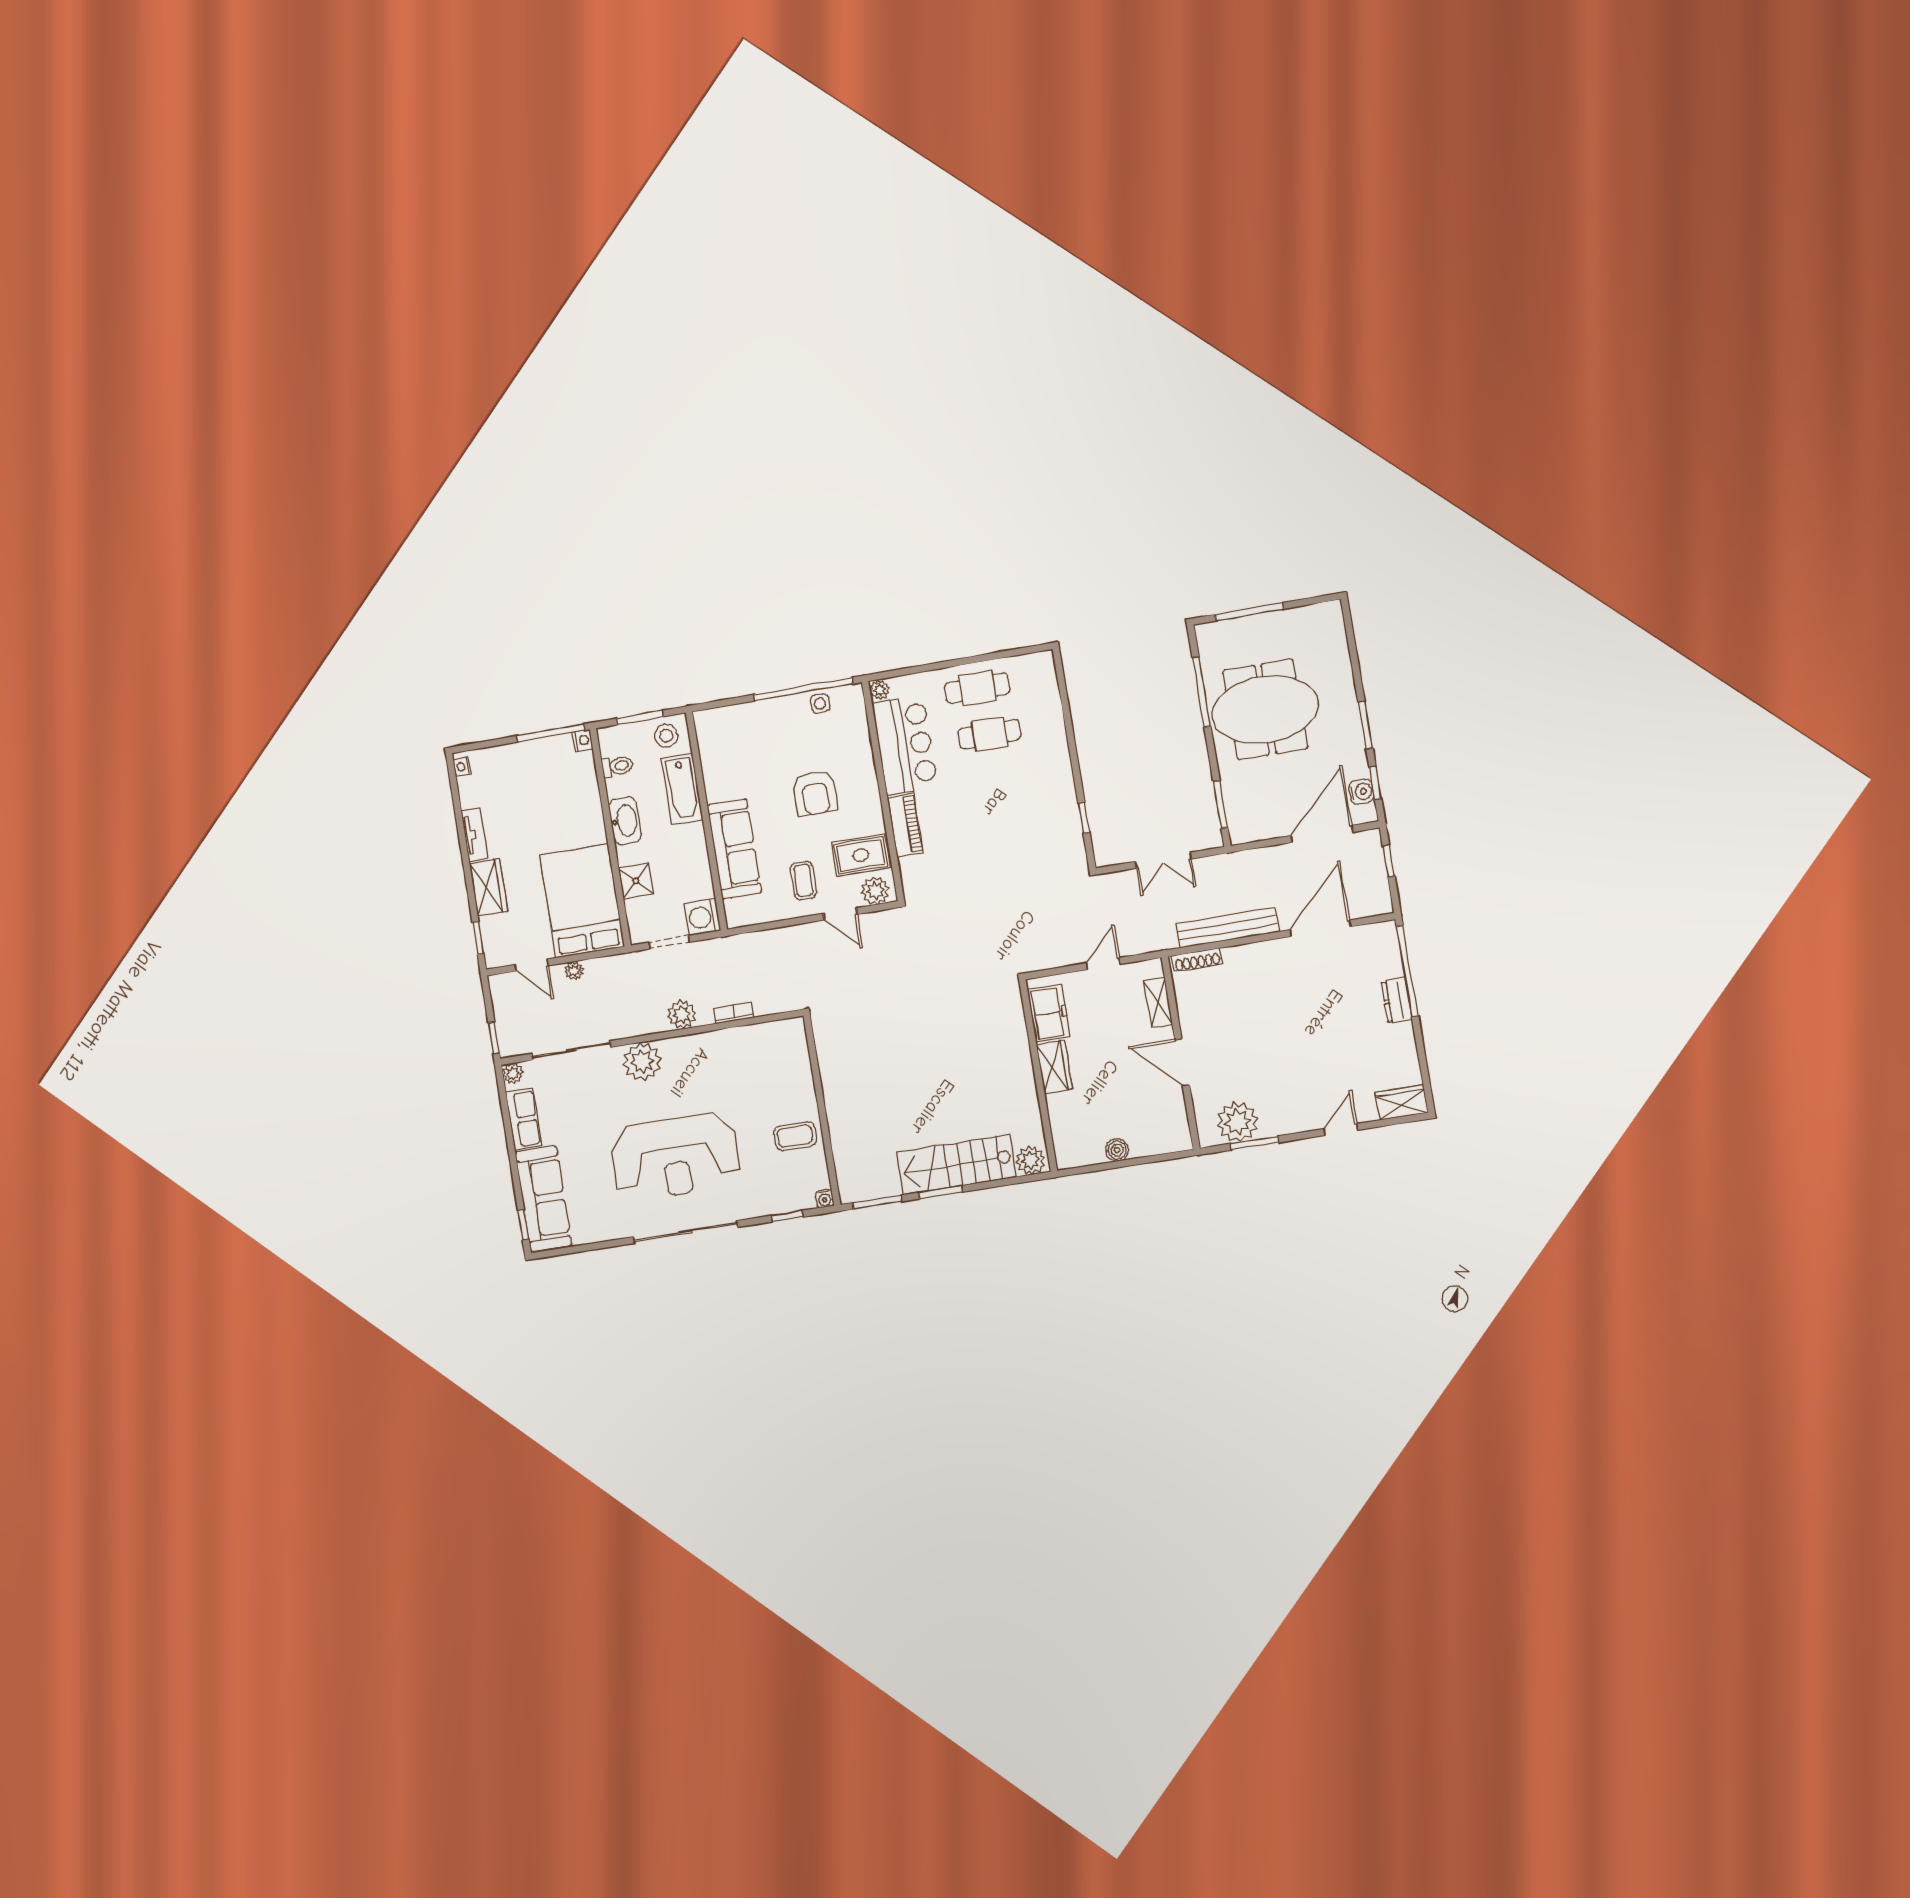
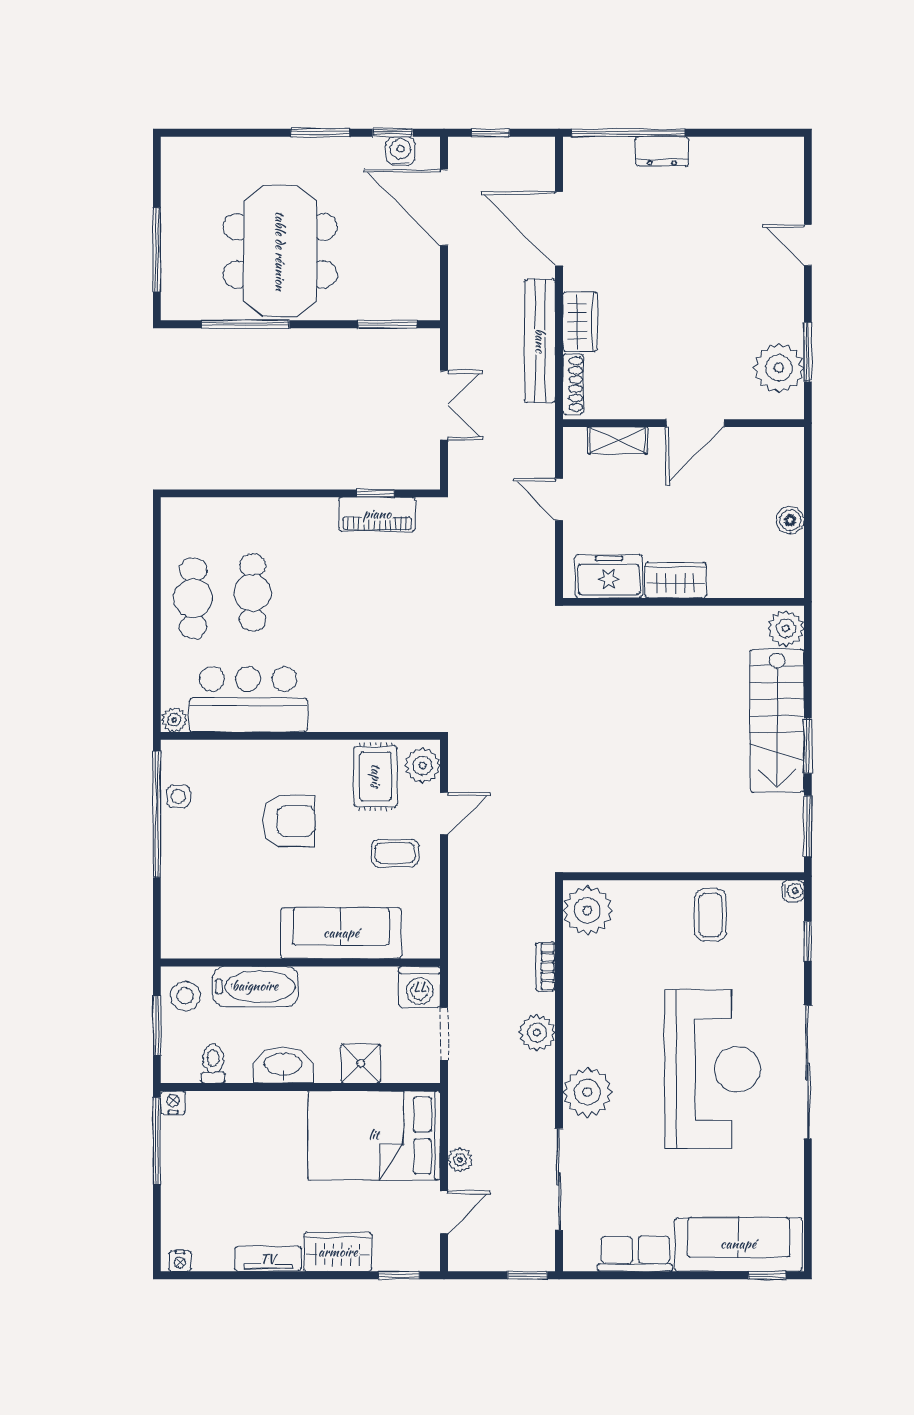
piano: (905, 825) -> (377, 514), moved, turned 180
plant: (513, 1074) -> (587, 910), moved, width x1.87, depth x1.87
wardrobe: (1402, 1103) -> (580, 322), moved, turned 180

